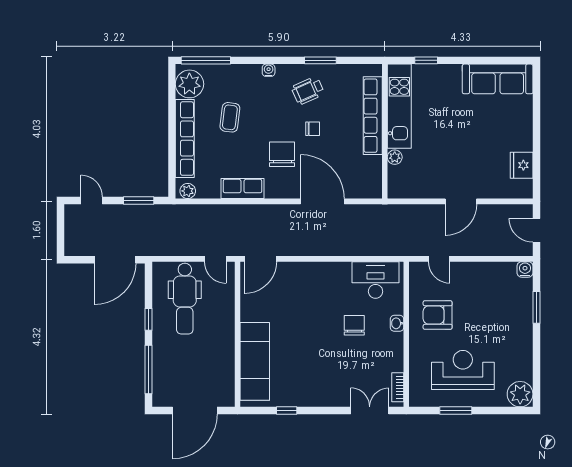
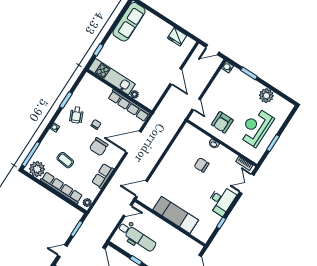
row of seats: (373, 116) -> (129, 105), moved
chair: (282, 154) -> (99, 147), turned -90
door: (261, 259) -> (142, 189), swing flipped
door: (439, 259) -> (196, 104), hinge flipped
desk: (376, 280) -> (221, 200), moved, turned 180
exam couch: (255, 361) -> (176, 215), moved
plant: (520, 394) -> (266, 96), moved

